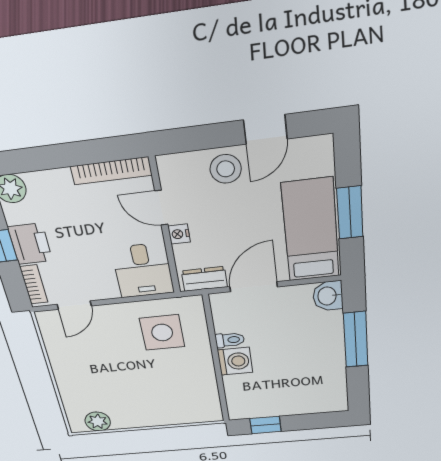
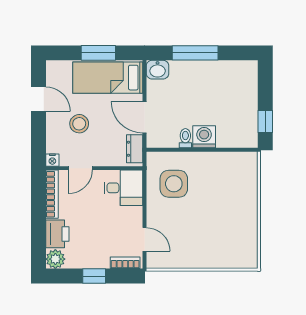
stool: (226, 169) -> (79, 124), moved
nightstand: (179, 234) -> (52, 160), moved
printer: (30, 244) -> (57, 234), moved, turned 90
plant: (98, 421) -> (248, 246), removed

